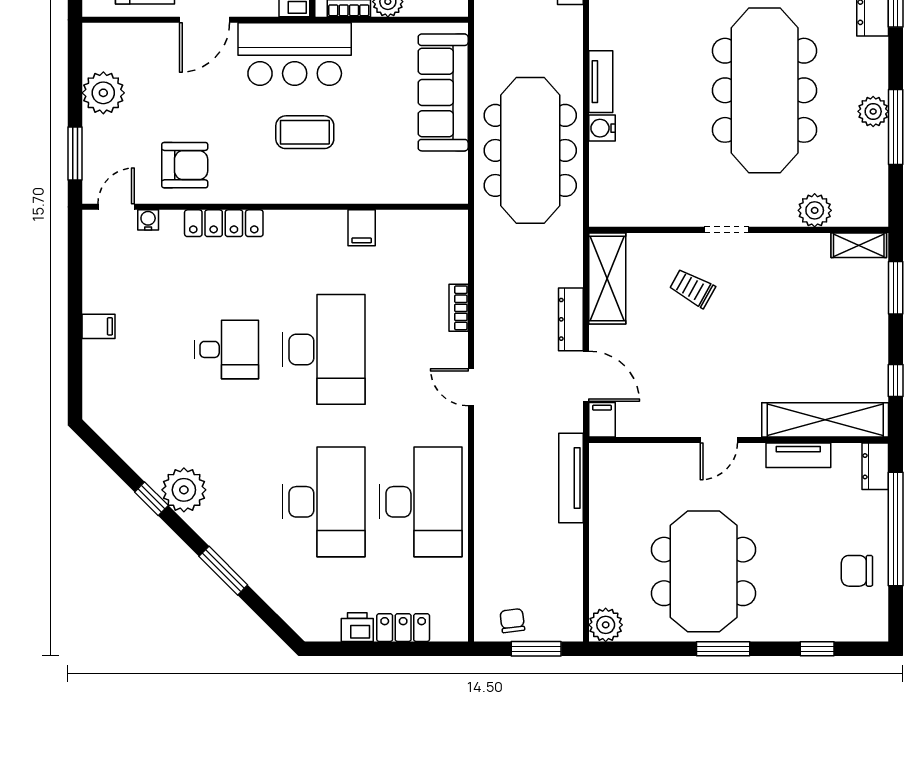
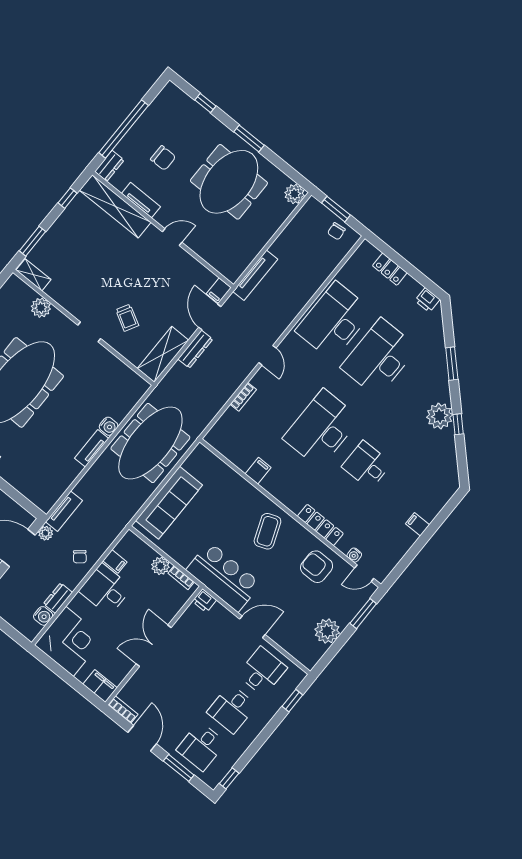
coffee table: (305, 132) -> (267, 531), moved, turned 69
chair: (857, 571) -> (163, 158), moved
printer: (357, 627) -> (427, 300), moved

